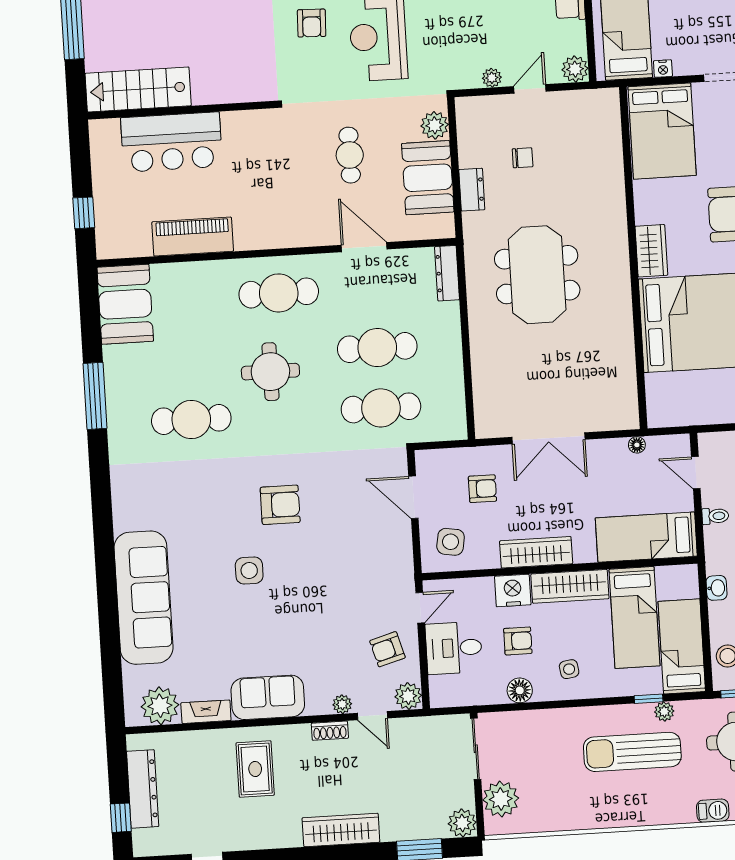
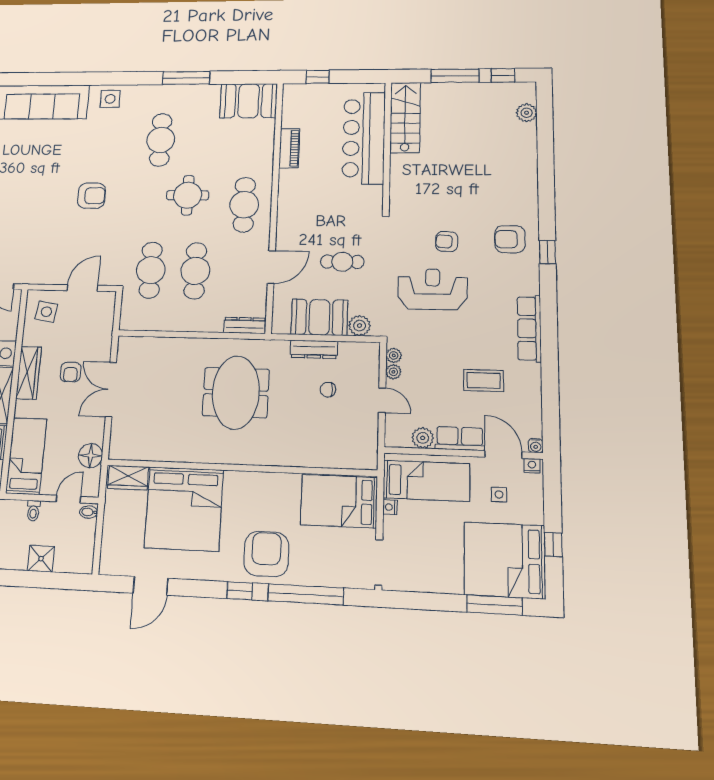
plant: (575, 69) -> (423, 438), moved
plant: (470, 79) -> (394, 355), added
bar counter: (171, 142) -> (364, 138), width x1.36
chair: (523, 158) -> (328, 390), turned 90
dresser: (472, 190) -> (314, 349), width x1.44
piano: (193, 237) -> (289, 148), width x0.73, depth x0.75
wardrobe: (651, 251) -> (128, 478), moved
meeting table: (537, 275) -> (236, 392), turned 90
bidet: (709, 444) -> (89, 512), added
floor lamp: (637, 445) -> (91, 456), width x1.89, depth x1.89
armchair: (482, 489) -> (71, 372), moved
armchair: (280, 505) -> (92, 196), turned -90
side table: (249, 570) -> (110, 99), moved

